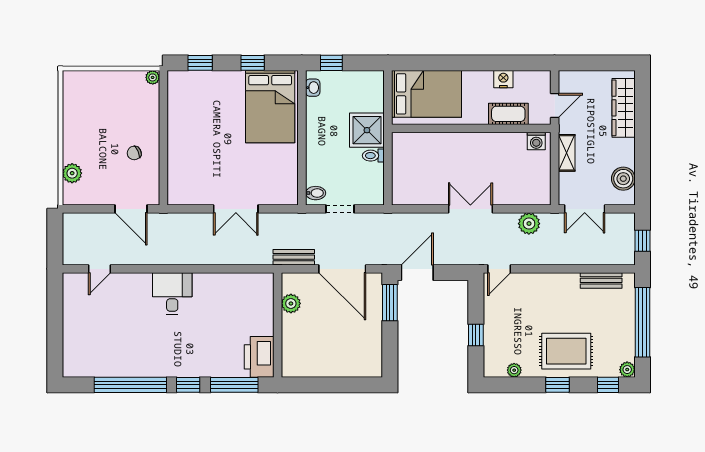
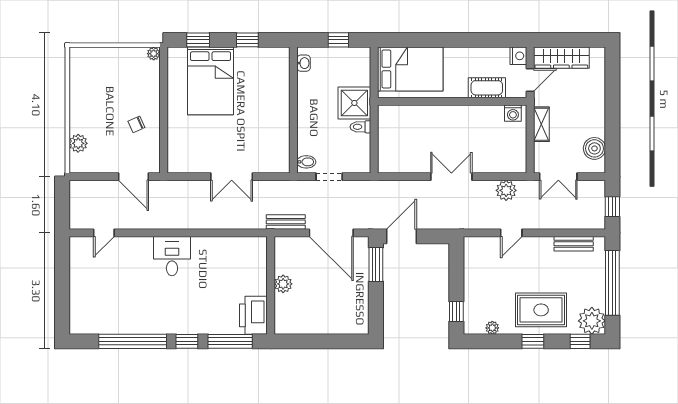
window: (331, 63) -> (338, 40), moved
nightstand: (503, 79) -> (518, 56), moved, turned 90
bed: (270, 107) -> (211, 81), moved
wardrobe: (624, 108) -> (561, 58), moved, turned -90
door: (499, 269) -> (511, 233), moved
plant: (291, 303) -> (283, 284), moved
window: (476, 335) -> (456, 312), moved
plant: (627, 370) -> (592, 321), width x1.88, depth x1.88

